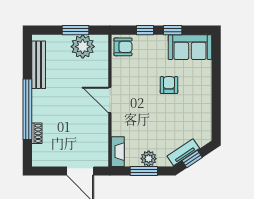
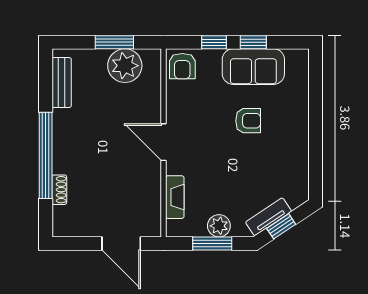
armchair: (123, 47) -> (182, 66), turned 90
sofa: (190, 47) -> (253, 67), moved
bench: (39, 65) -> (62, 83), width x0.73
armchair: (169, 85) -> (248, 121), turned 90
fireplace: (118, 152) -> (175, 197), moved

